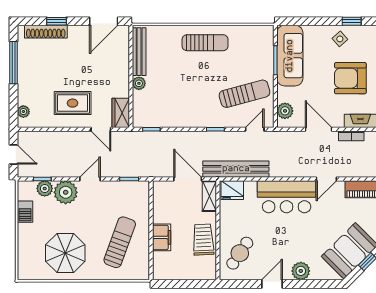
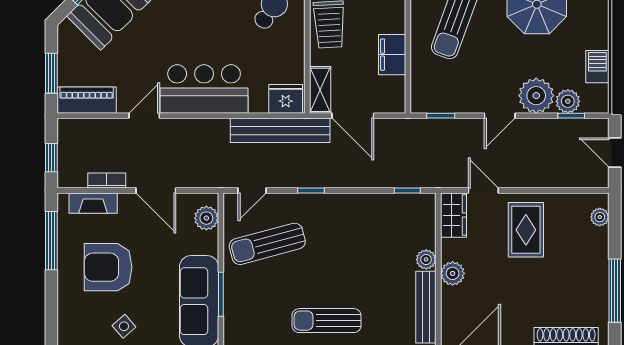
plant: (121, 74) -> (453, 273), added
armchair: (350, 78) -> (108, 267), turned 180
rug: (73, 103) -> (526, 230), turned 90
filing cabinet: (162, 237) -> (392, 55), moved

